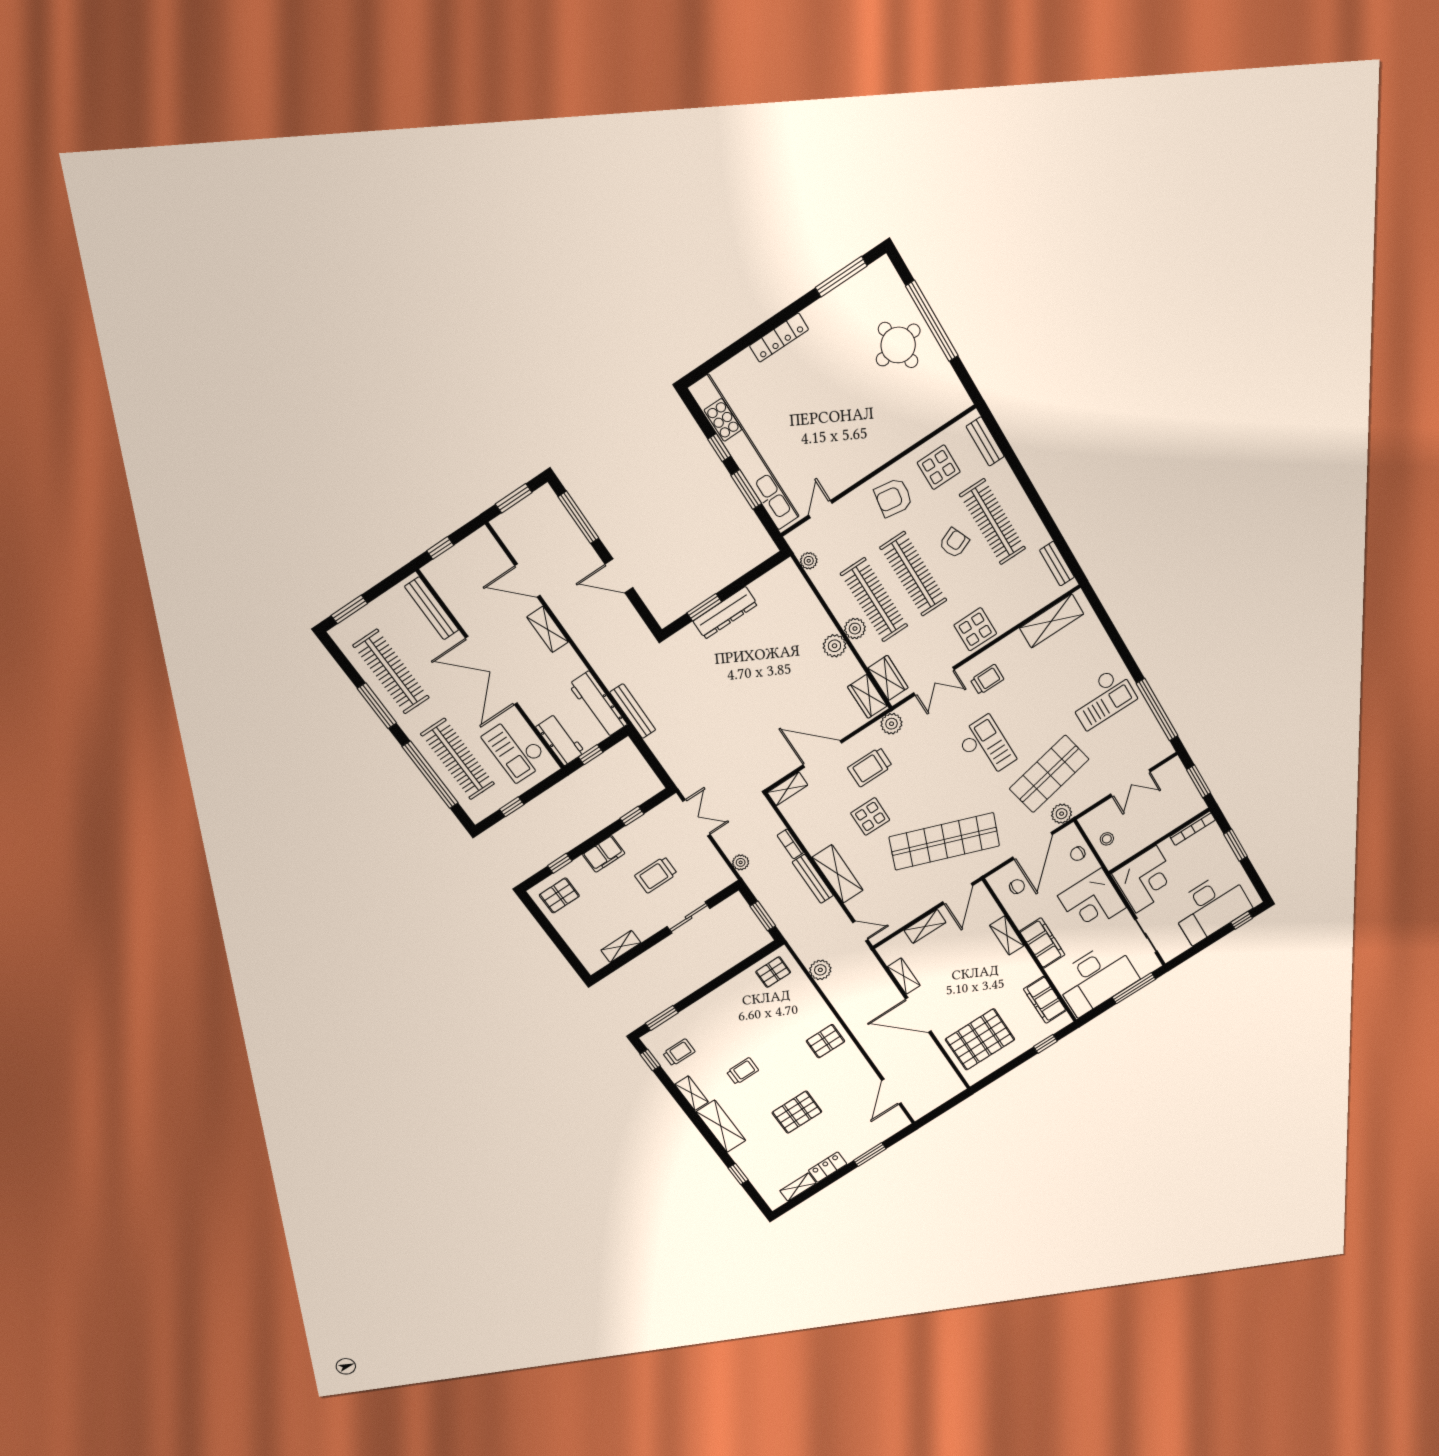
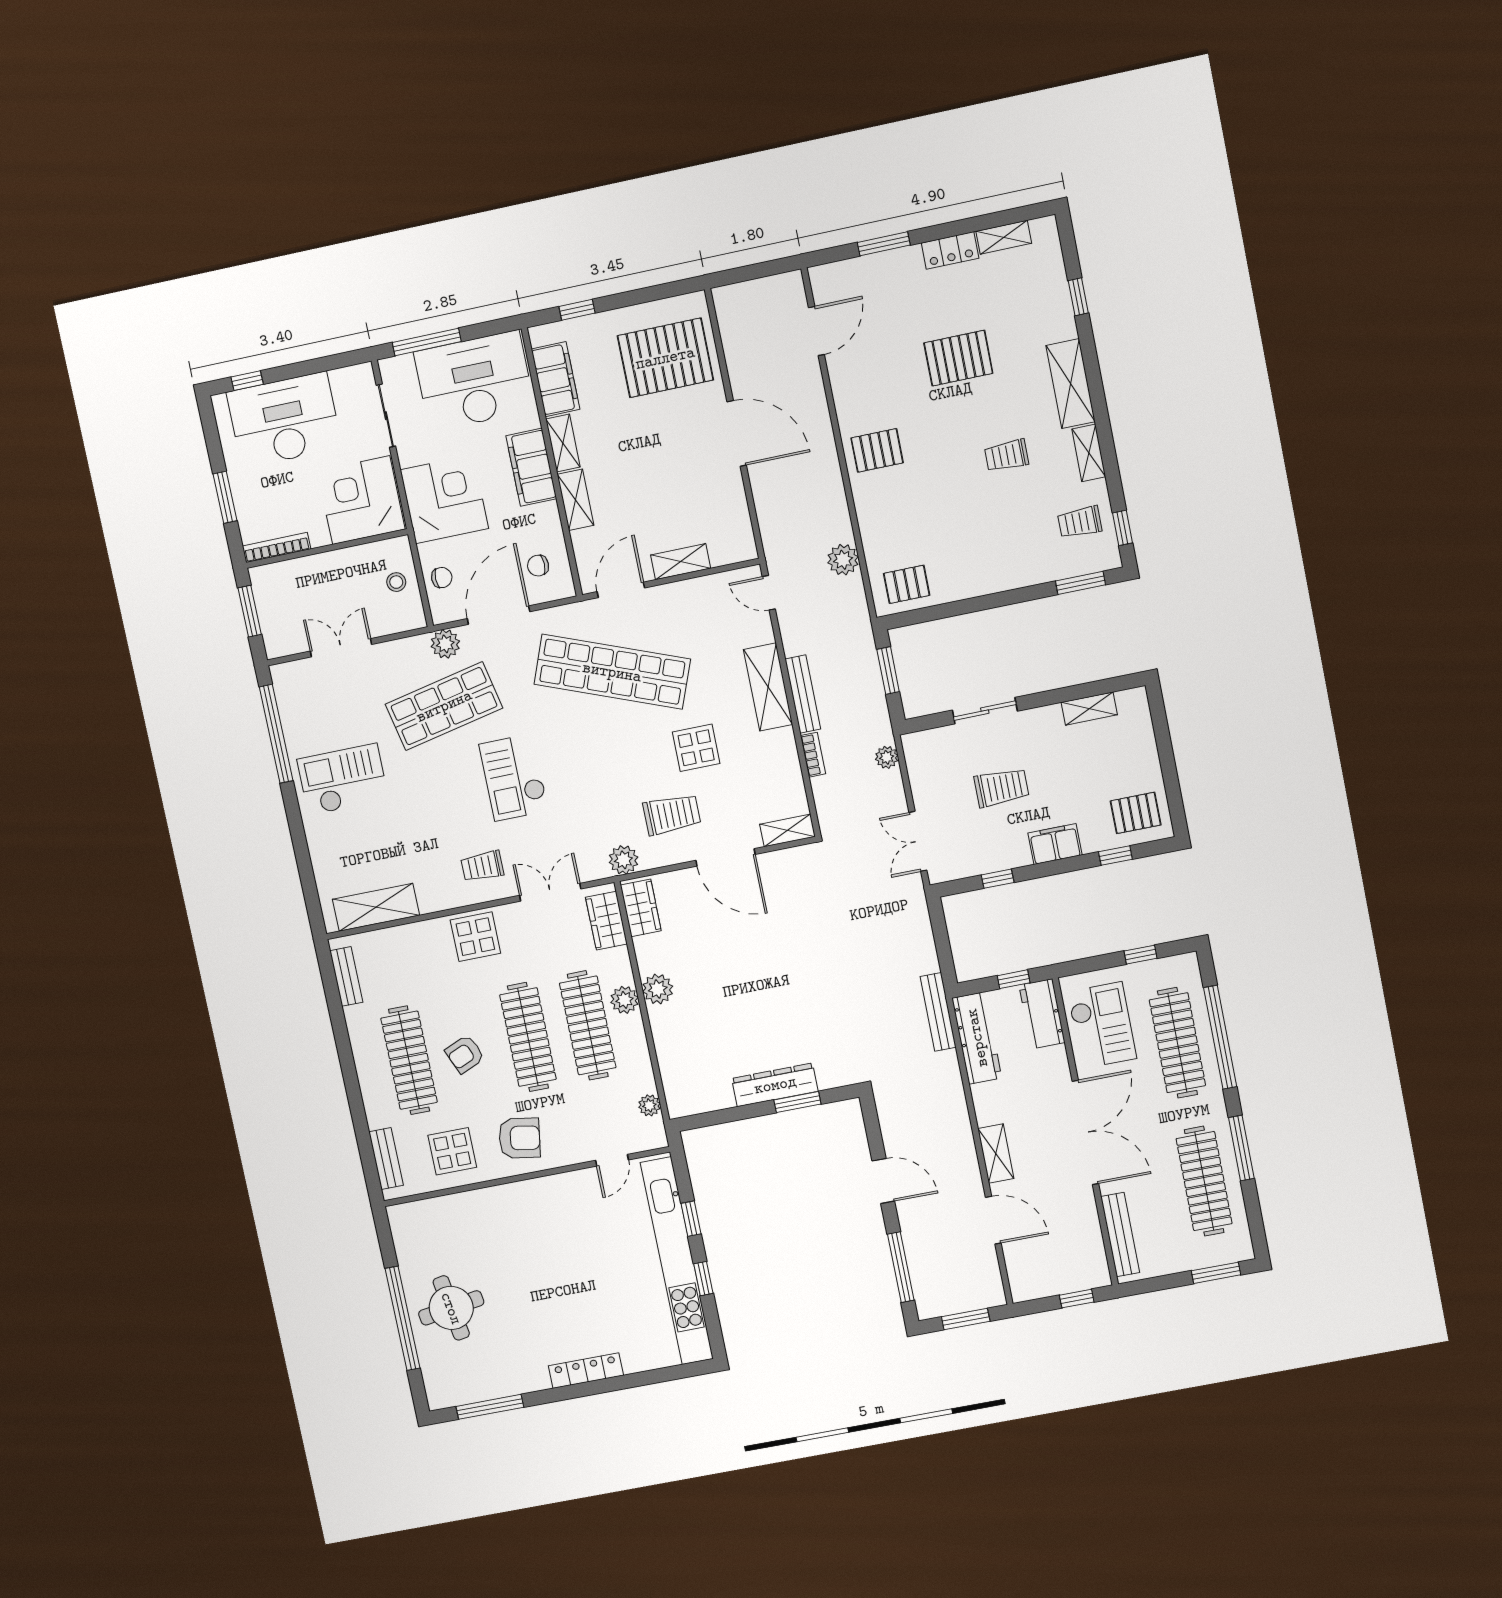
window: (746, 490) -> (691, 1219), width x0.67
shelving: (904, 976) -> (563, 443), moved

